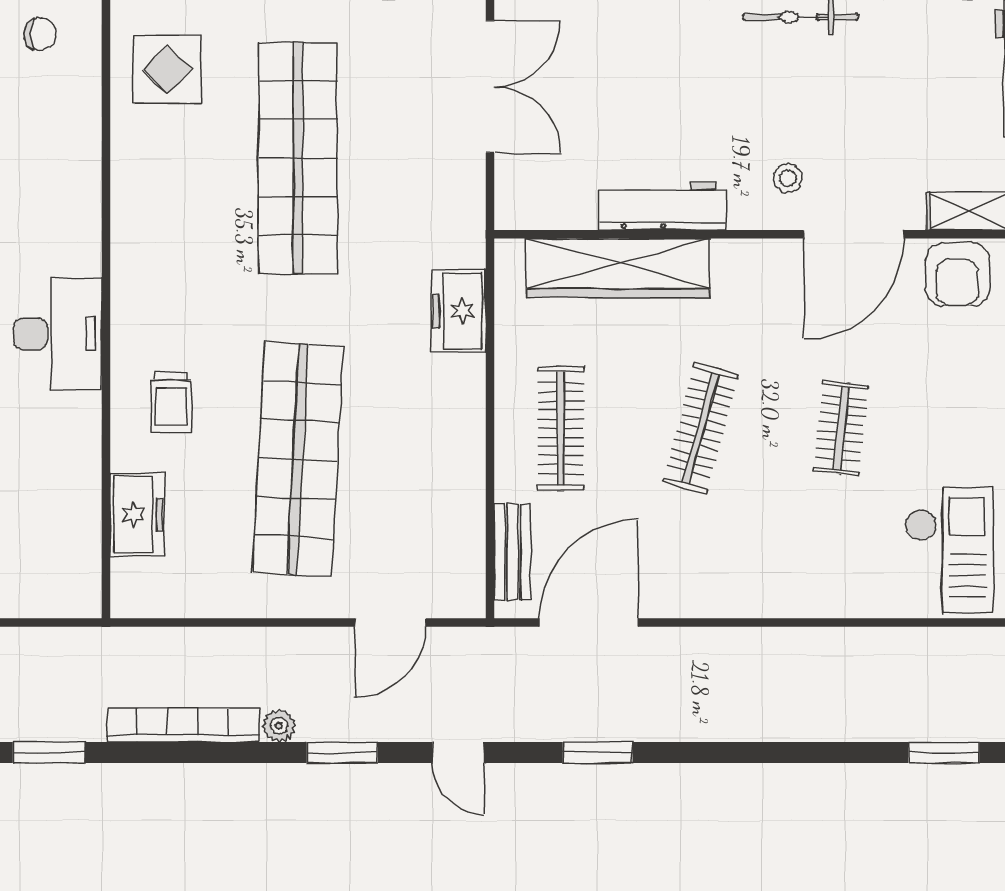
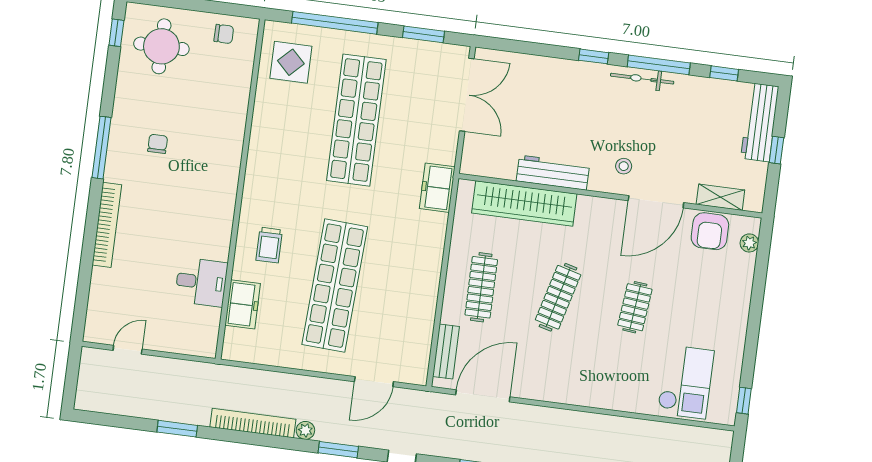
freezer: (459, 311) -> (437, 188), moved
desk: (58, 334) -> (201, 282), moved, width x0.73

